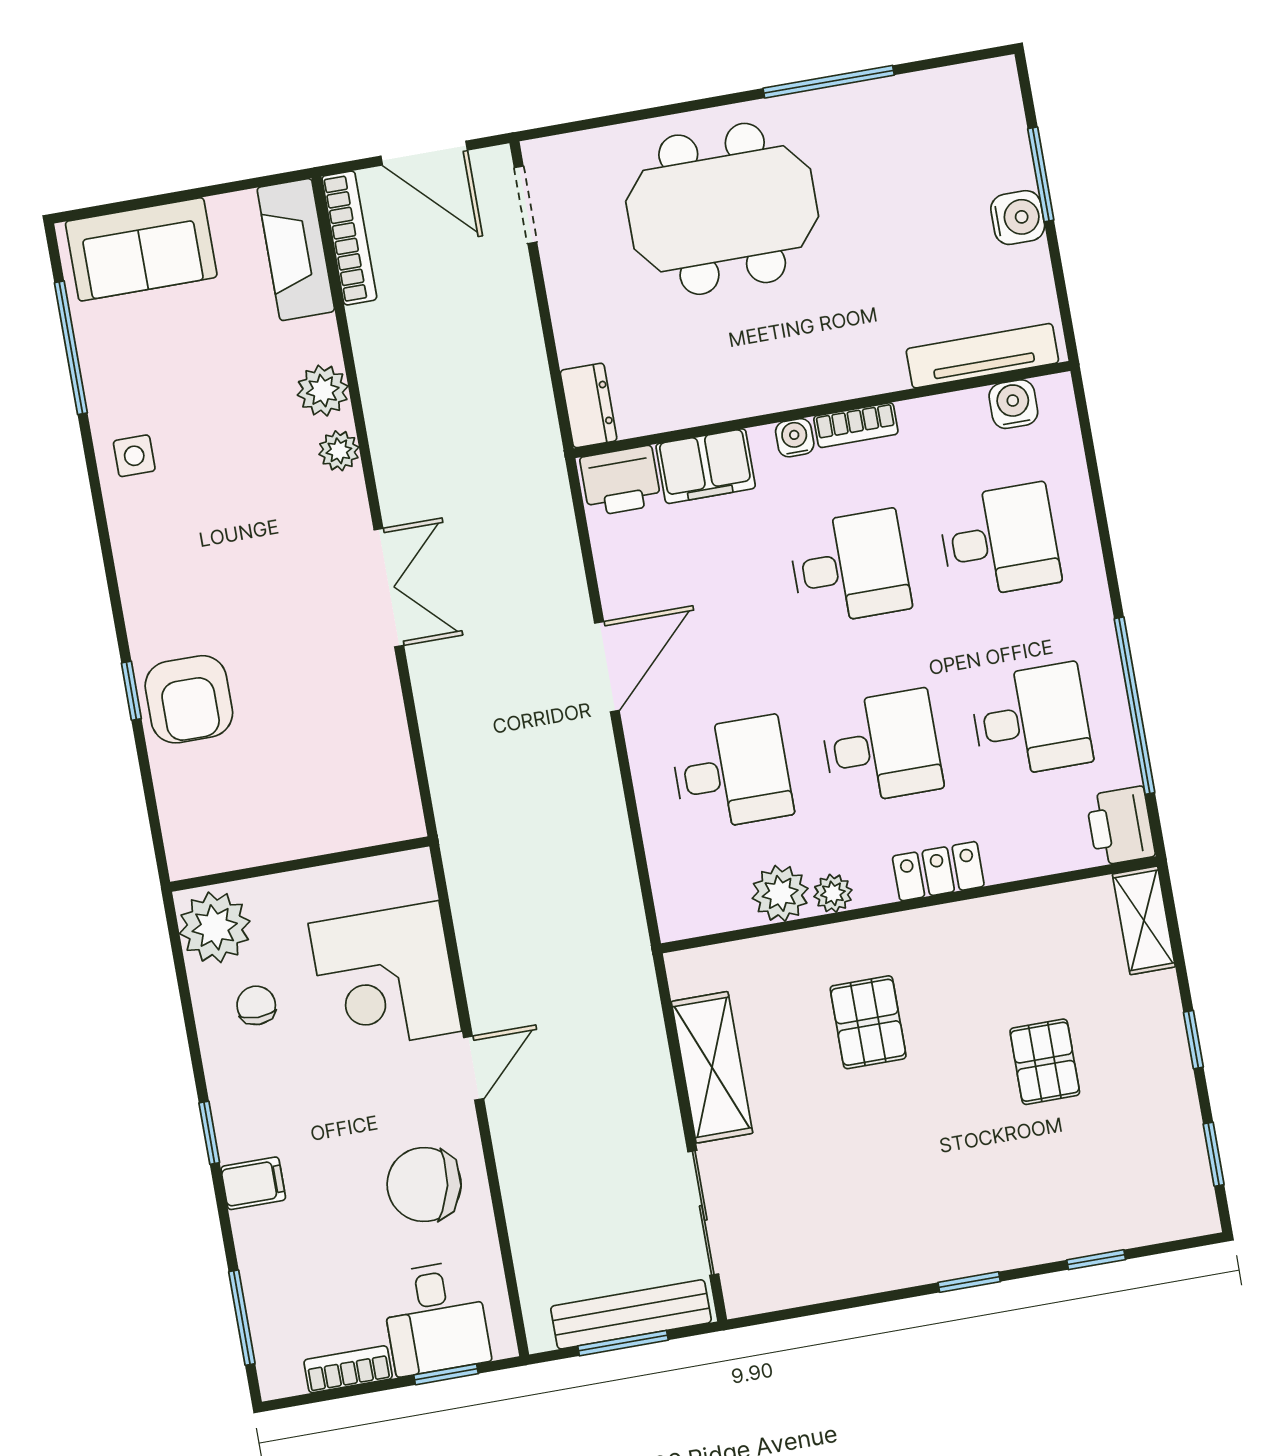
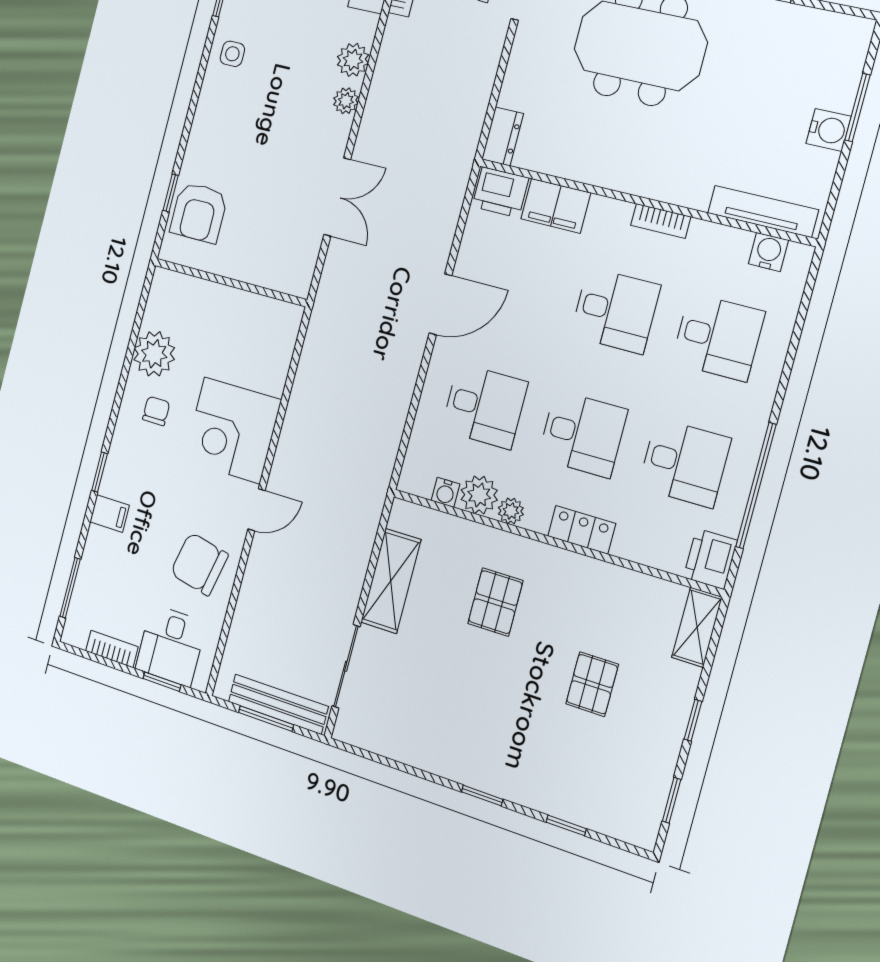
water cooler: (795, 438) -> (446, 492), moved, turned 180
wall: (300, 864) -> (230, 282), moved

